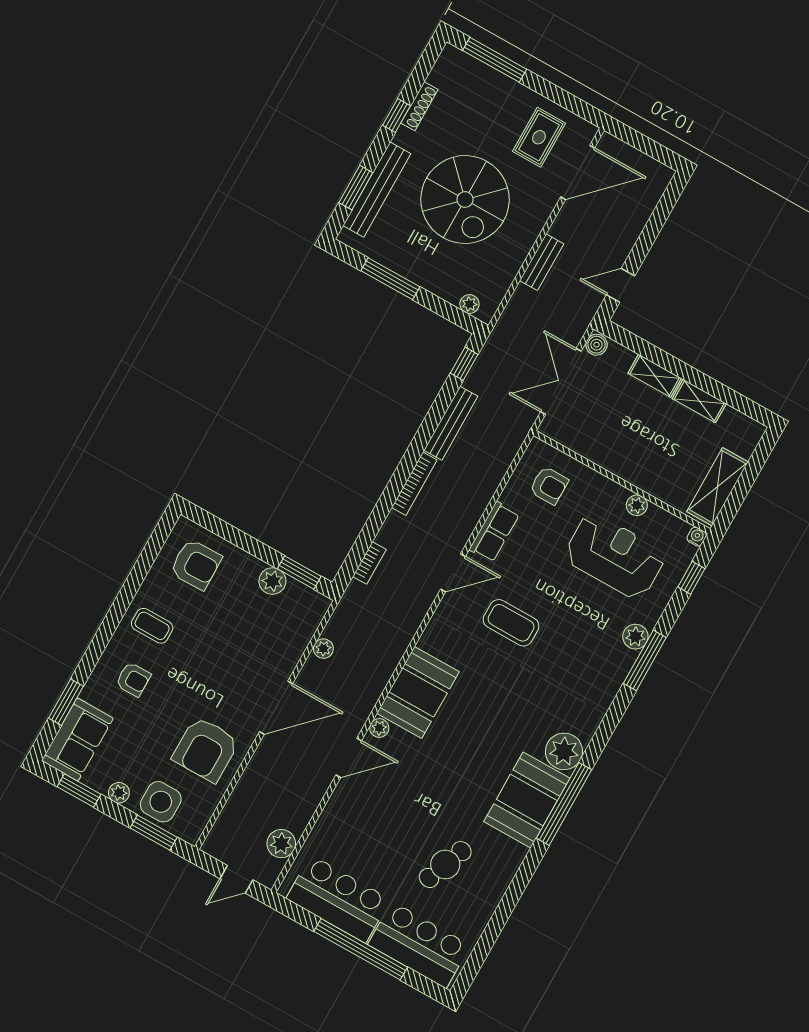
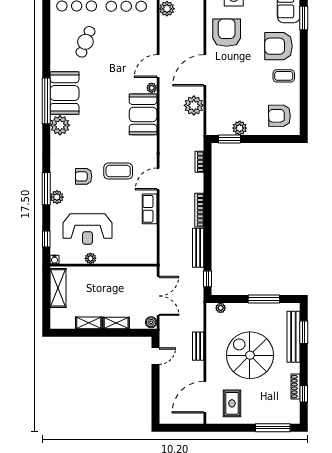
window: (397, 115) -> (304, 394), moved
armchair: (549, 485) -> (84, 176), moved
plant: (323, 649) -> (194, 105), width x1.87, depth x1.87
armchair: (133, 679) -> (278, 46), width x1.88, depth x1.88

